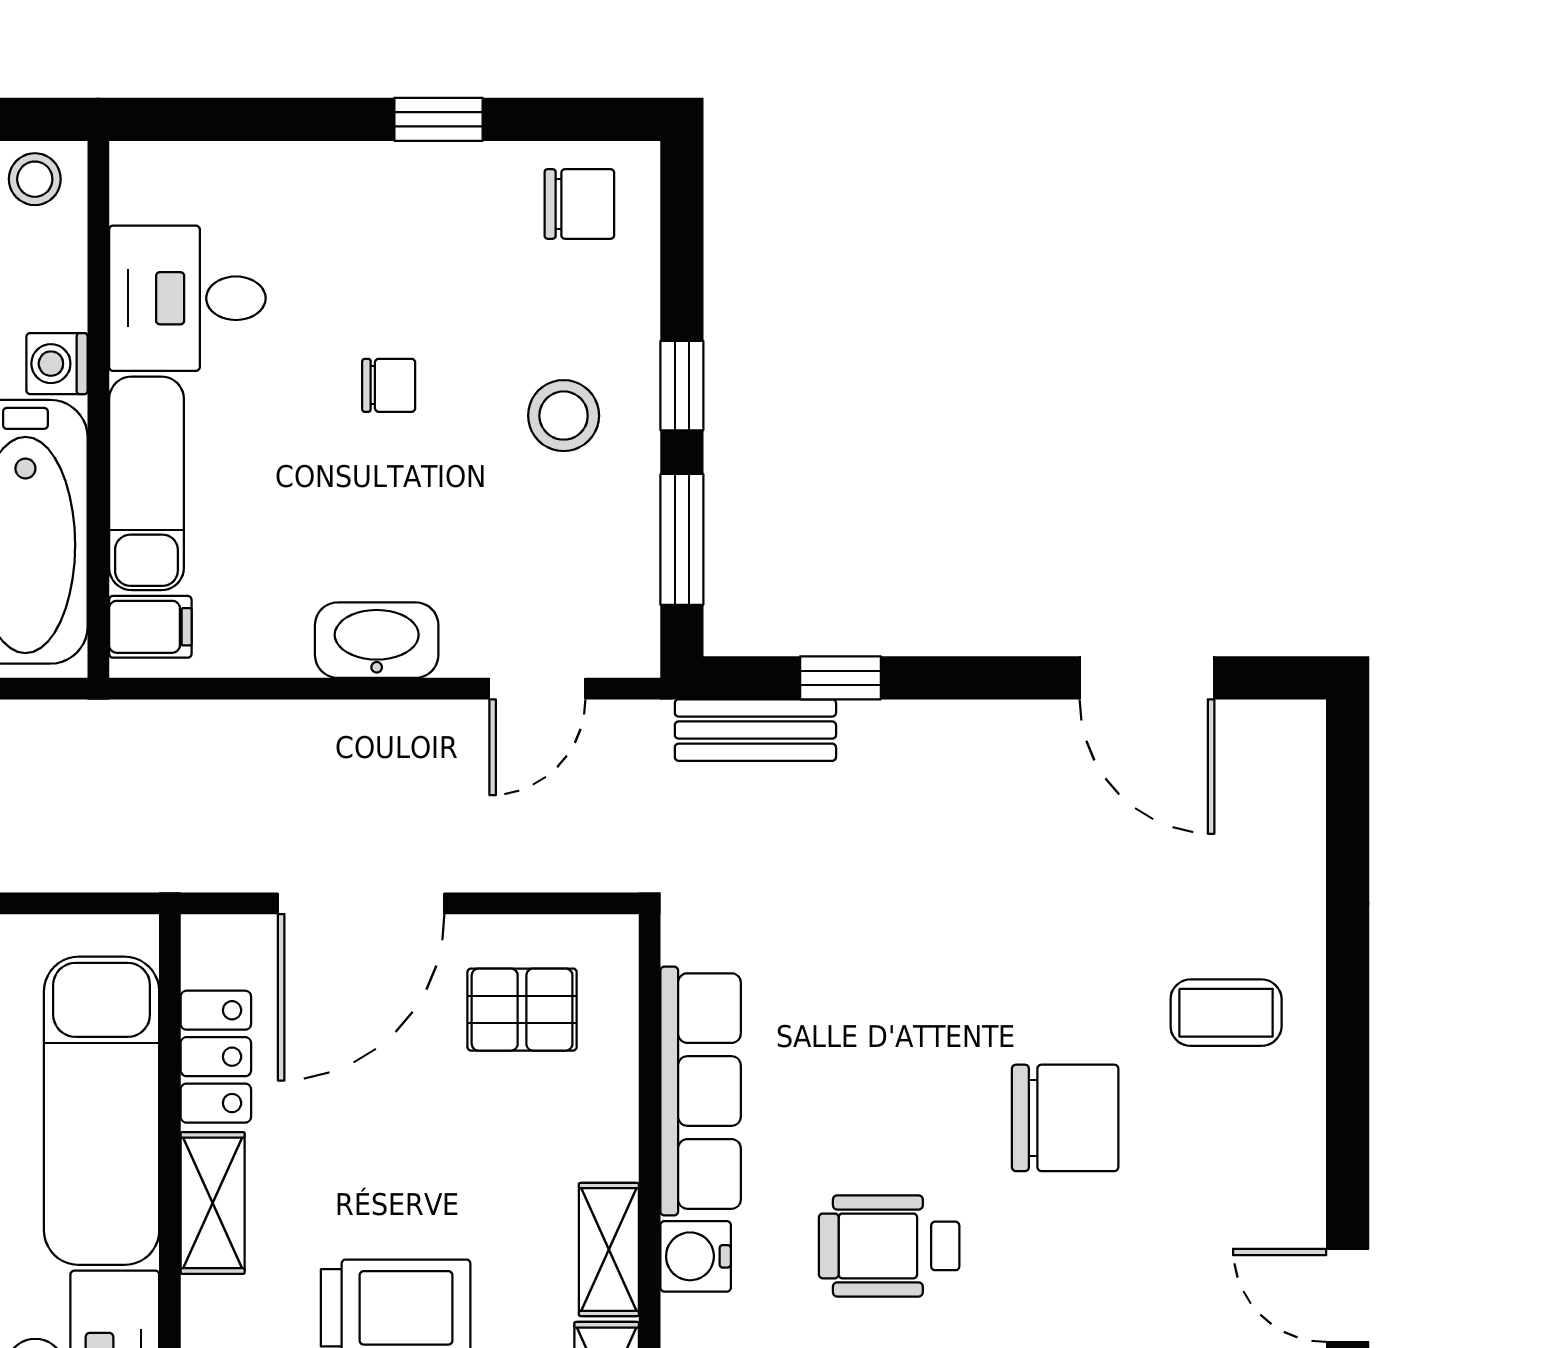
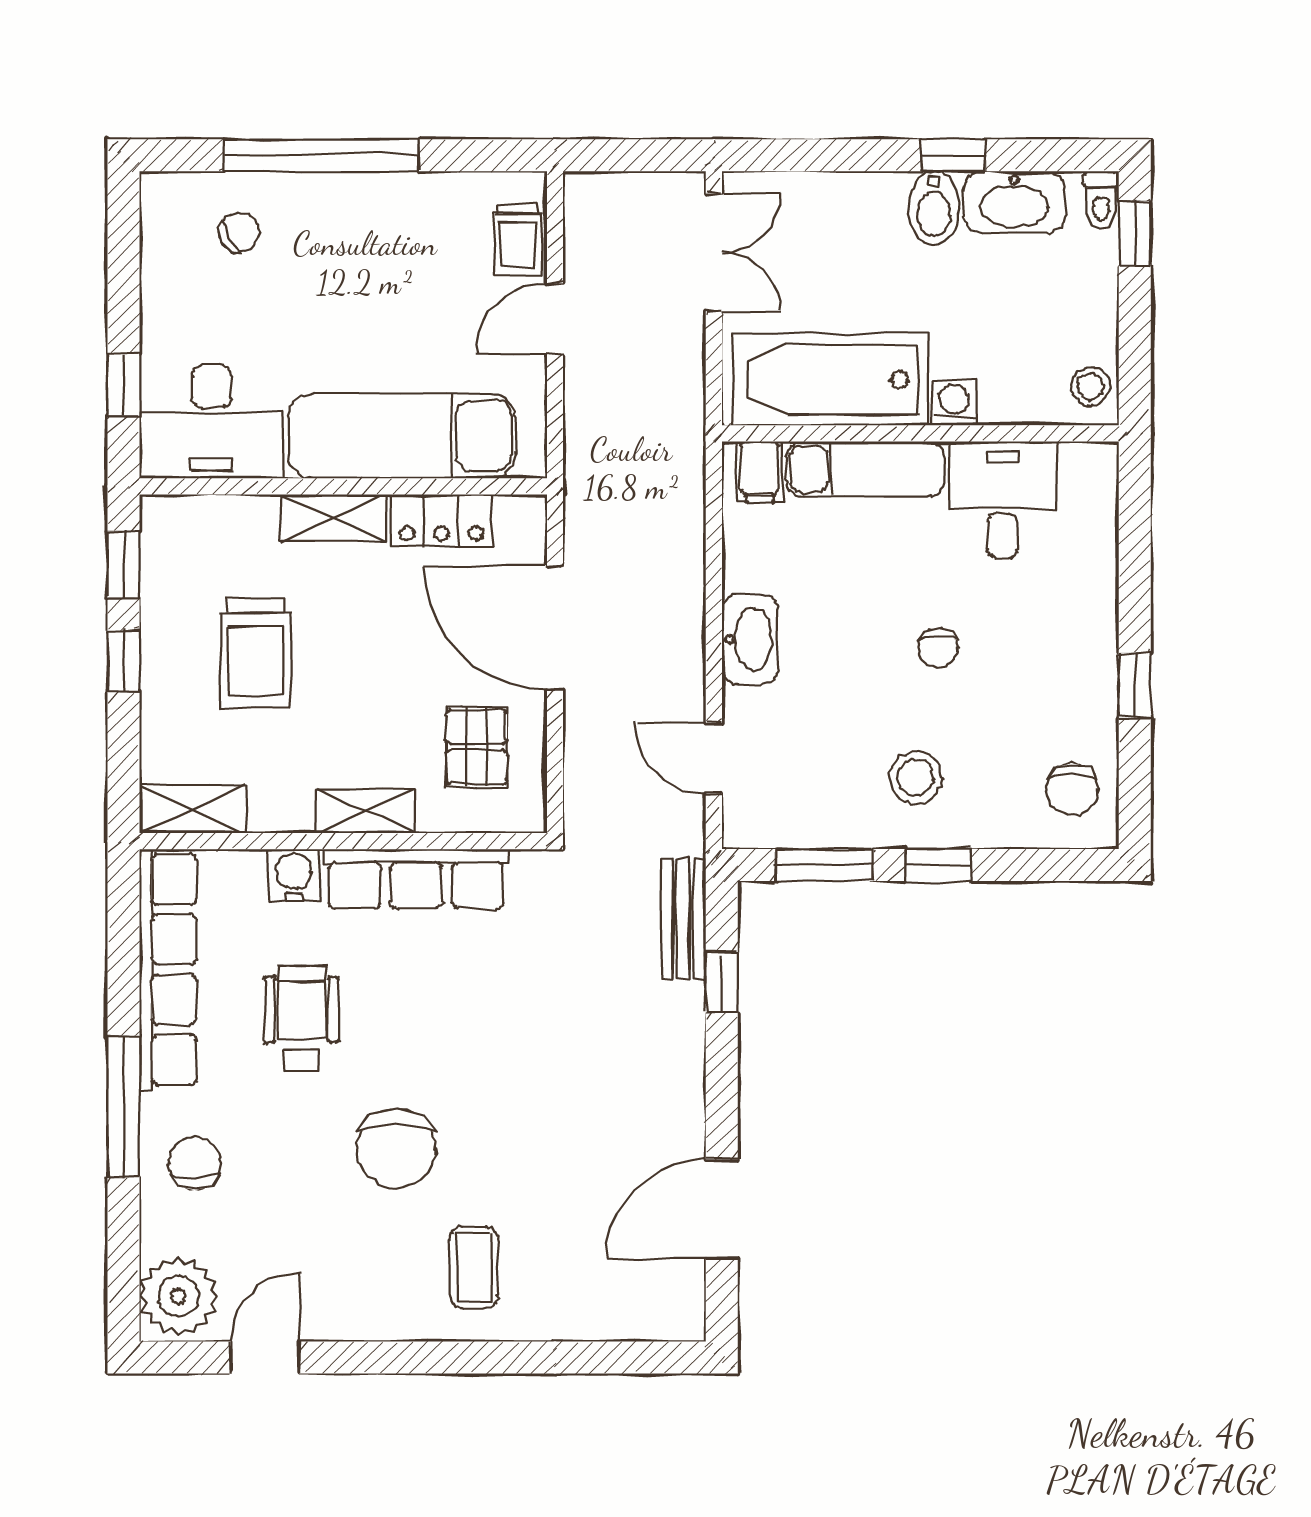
shelving: (609, 1250) -> (365, 811), moved

